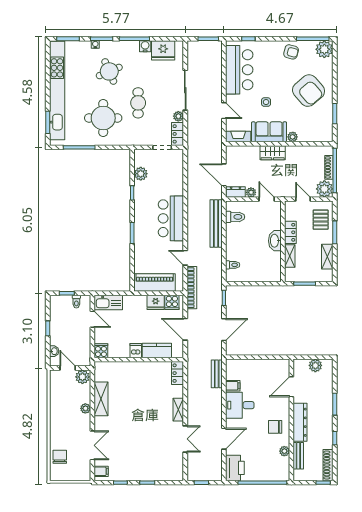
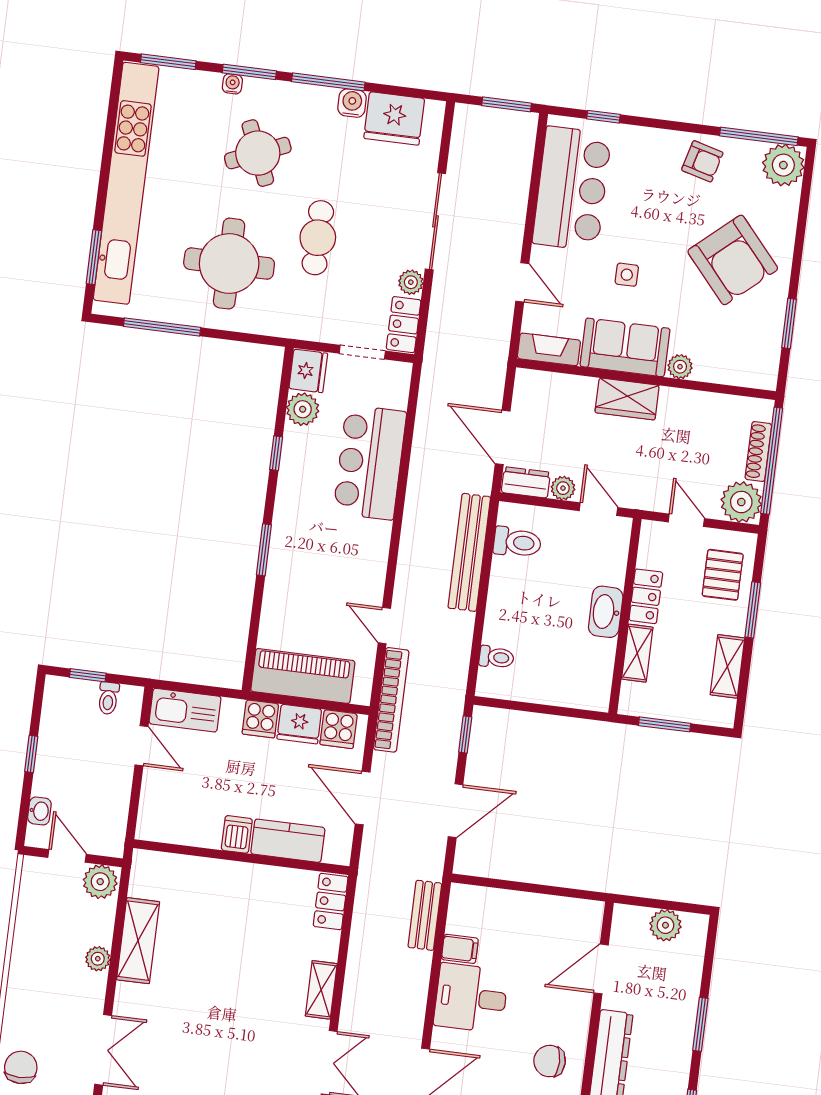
fridge: (141, 158) -> (308, 371), added
bar counter: (171, 218) -> (370, 462), moved
cooker: (101, 351) -> (260, 719), moved, turned 180

